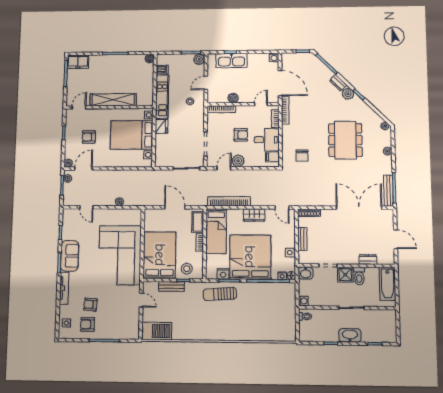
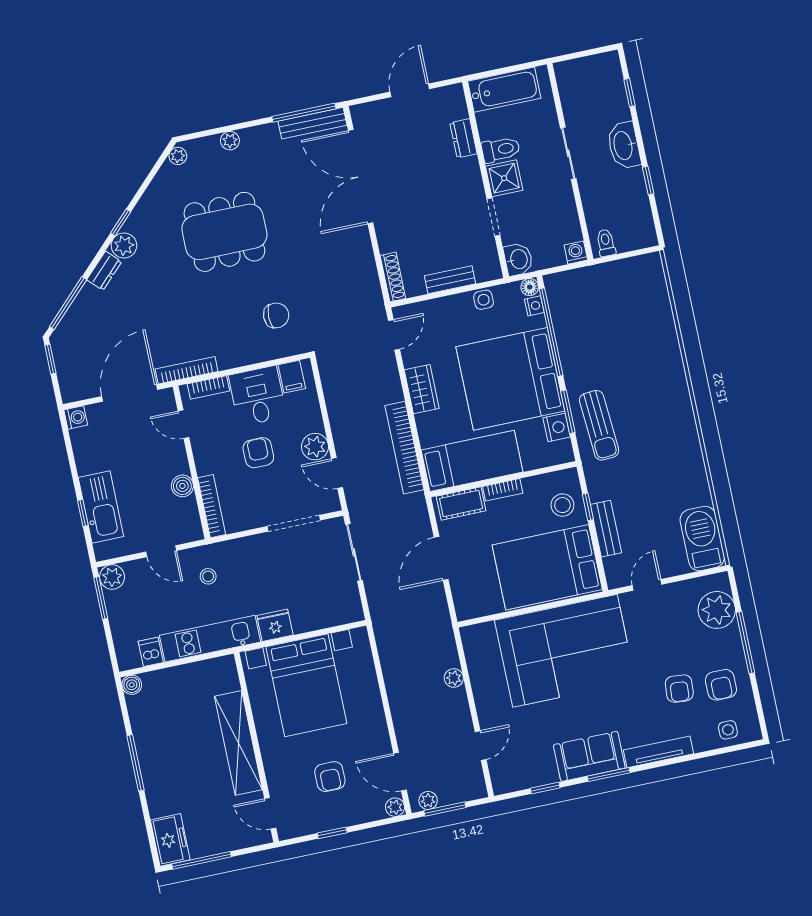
plant: (122, 330) -> (717, 610), added

